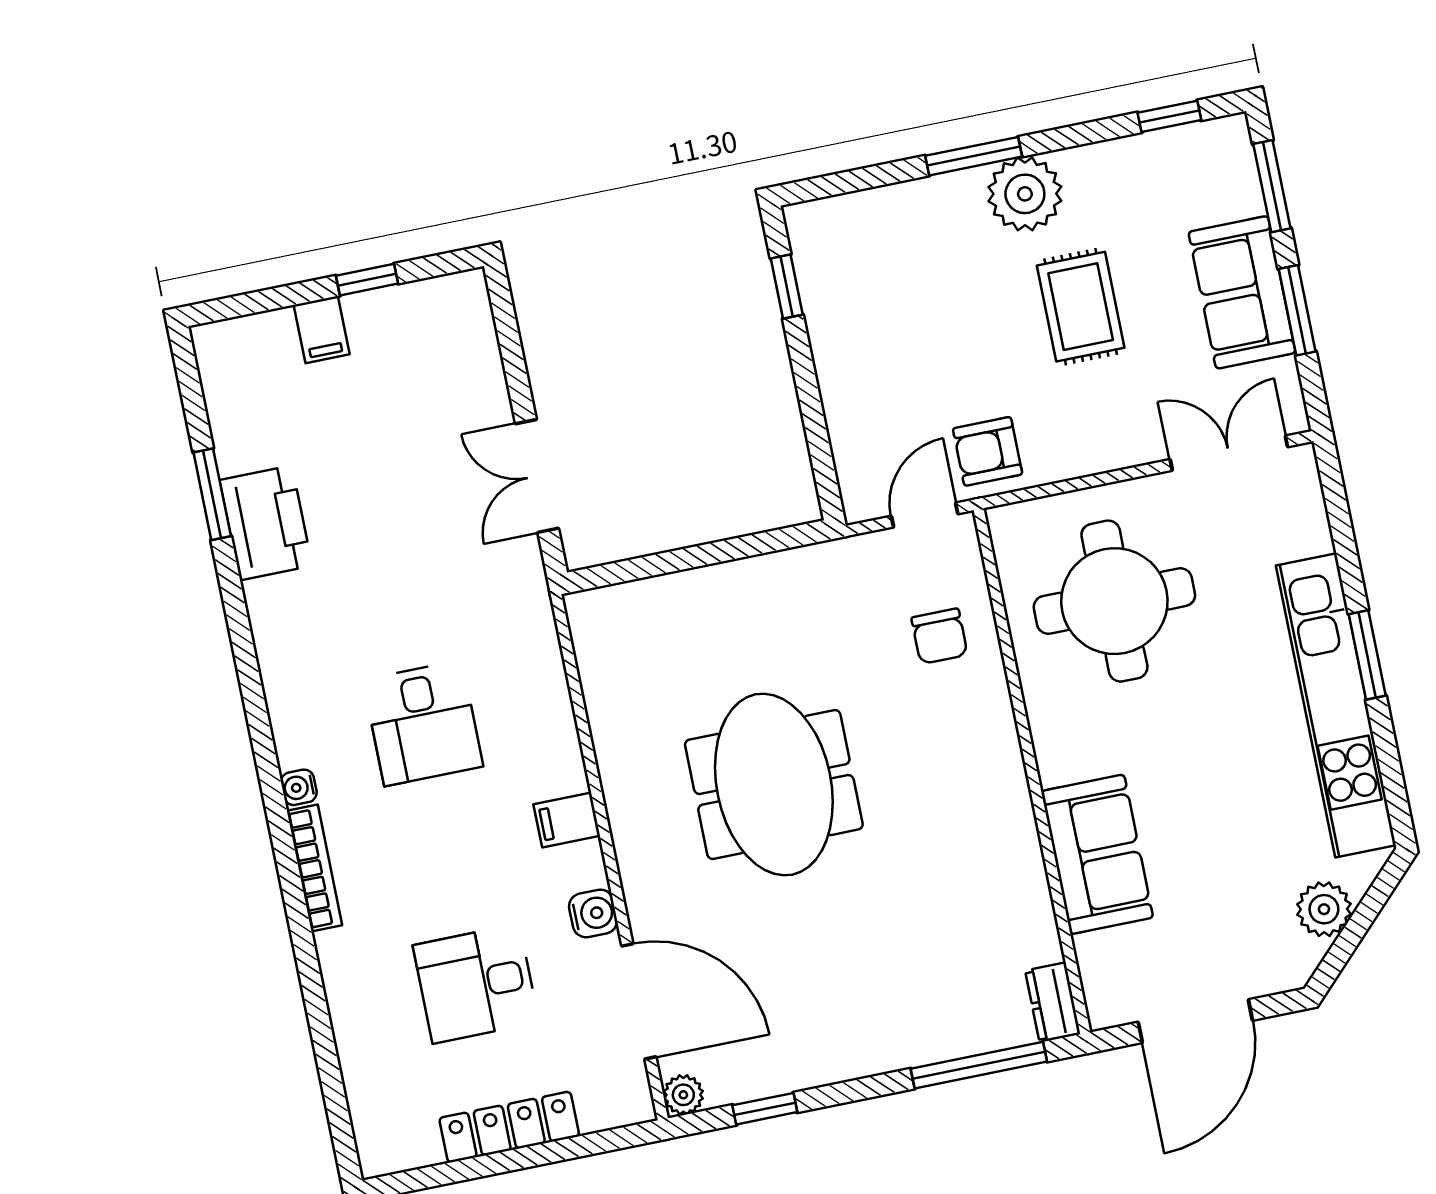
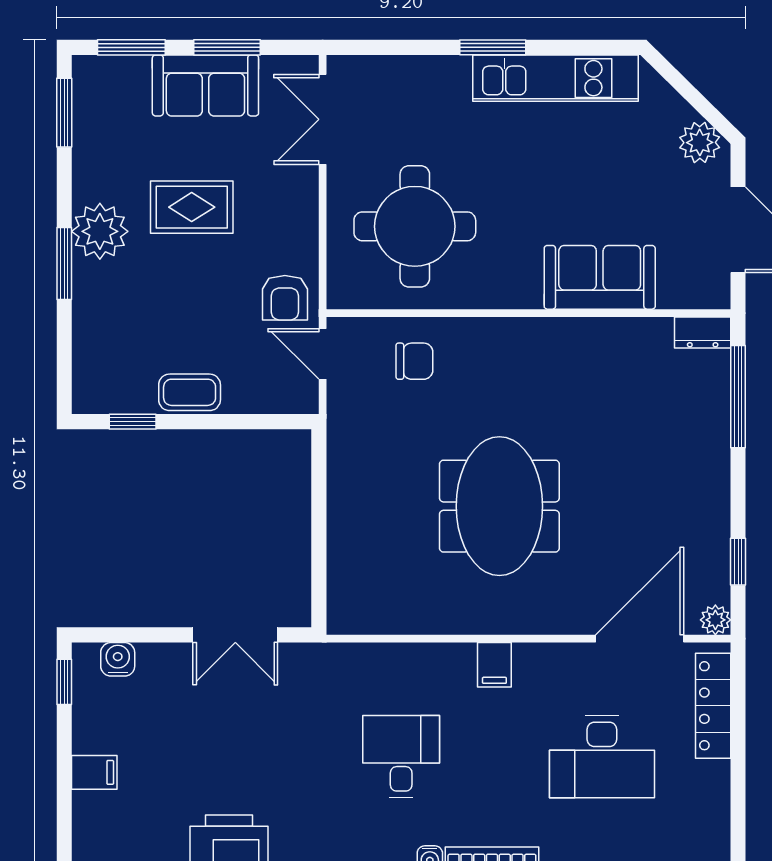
window: (1169, 116) -> (64, 113), width x1.50
window: (367, 280) -> (64, 682), moved
coffee table: (840, 353) -> (190, 392), added
kitchen unit: (1336, 705) -> (555, 78), width x0.73
desk: (423, 723) -> (401, 757), turned -90
meeting table: (774, 785) -> (499, 506), turned 90
plant: (1324, 909) -> (700, 142), moved
water cooler: (593, 913) -> (118, 659), moved
desk: (476, 984) -> (602, 757), width x1.37
locker: (509, 1127) -> (713, 706), moved

